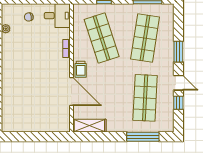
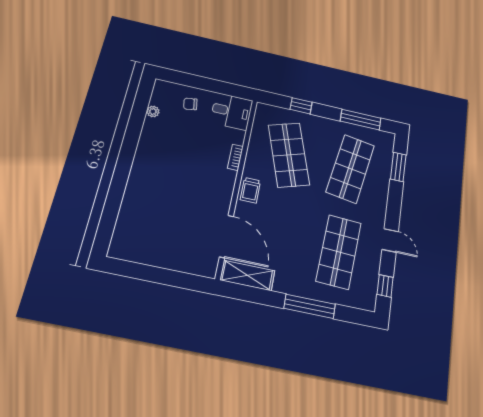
window: (178, 52) -> (398, 167), moved
door: (71, 92) -> (226, 236), moved
window: (178, 103) -> (385, 286), moved
window: (143, 137) -> (310, 306), moved

